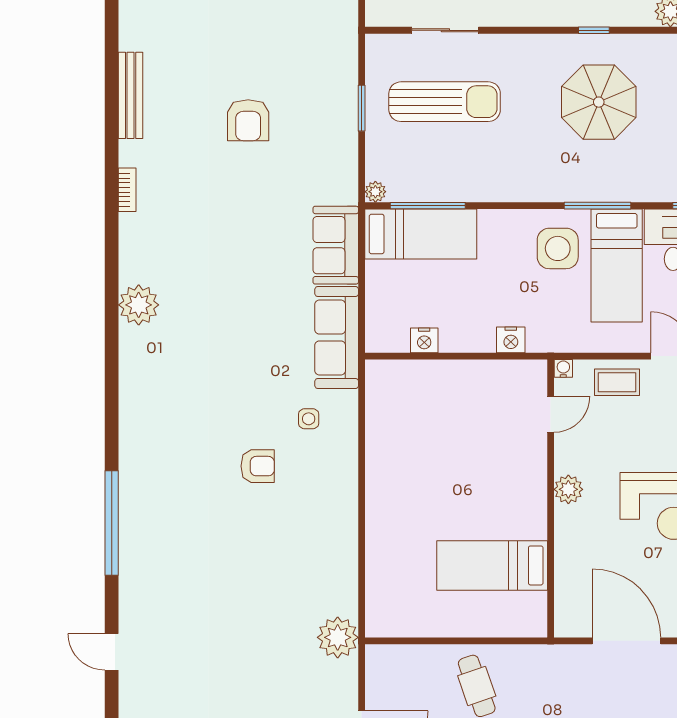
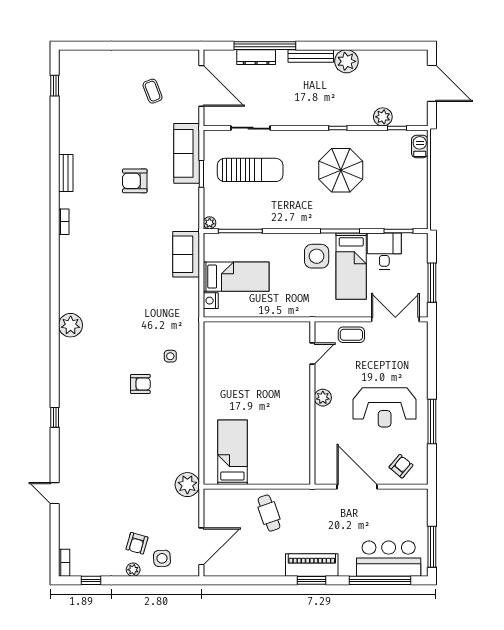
bench: (131, 95) -> (66, 173), width x0.73
armchair: (248, 120) -> (135, 181), turned 90
bed: (421, 234) -> (236, 277), moved
plant: (139, 305) -> (71, 325), moved
sofa: (337, 337) -> (187, 153), moved
nightstand: (424, 340) -> (211, 301), moved, turned 90
nightstand: (511, 340) -> (289, 310), removed
water cooler: (563, 368) -> (320, 327), removed
window: (112, 523) -> (55, 417), width x0.32
bed: (492, 565) -> (232, 452), moved, turned 90

